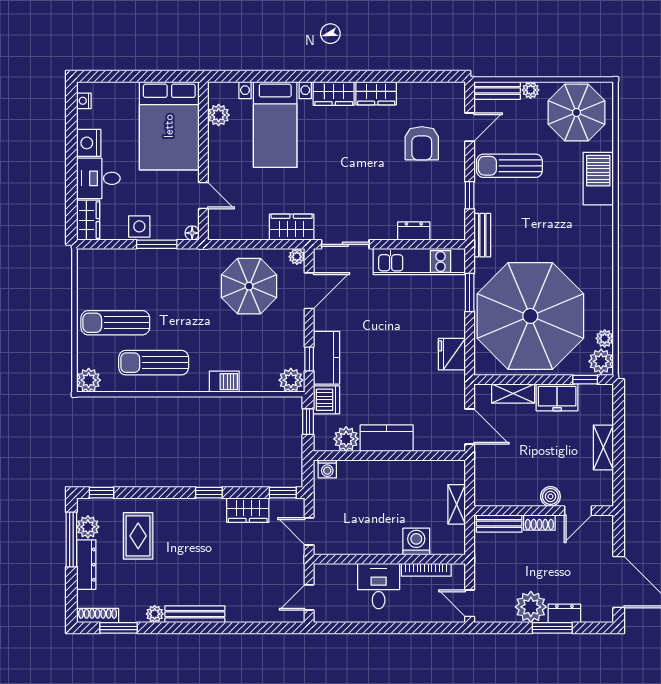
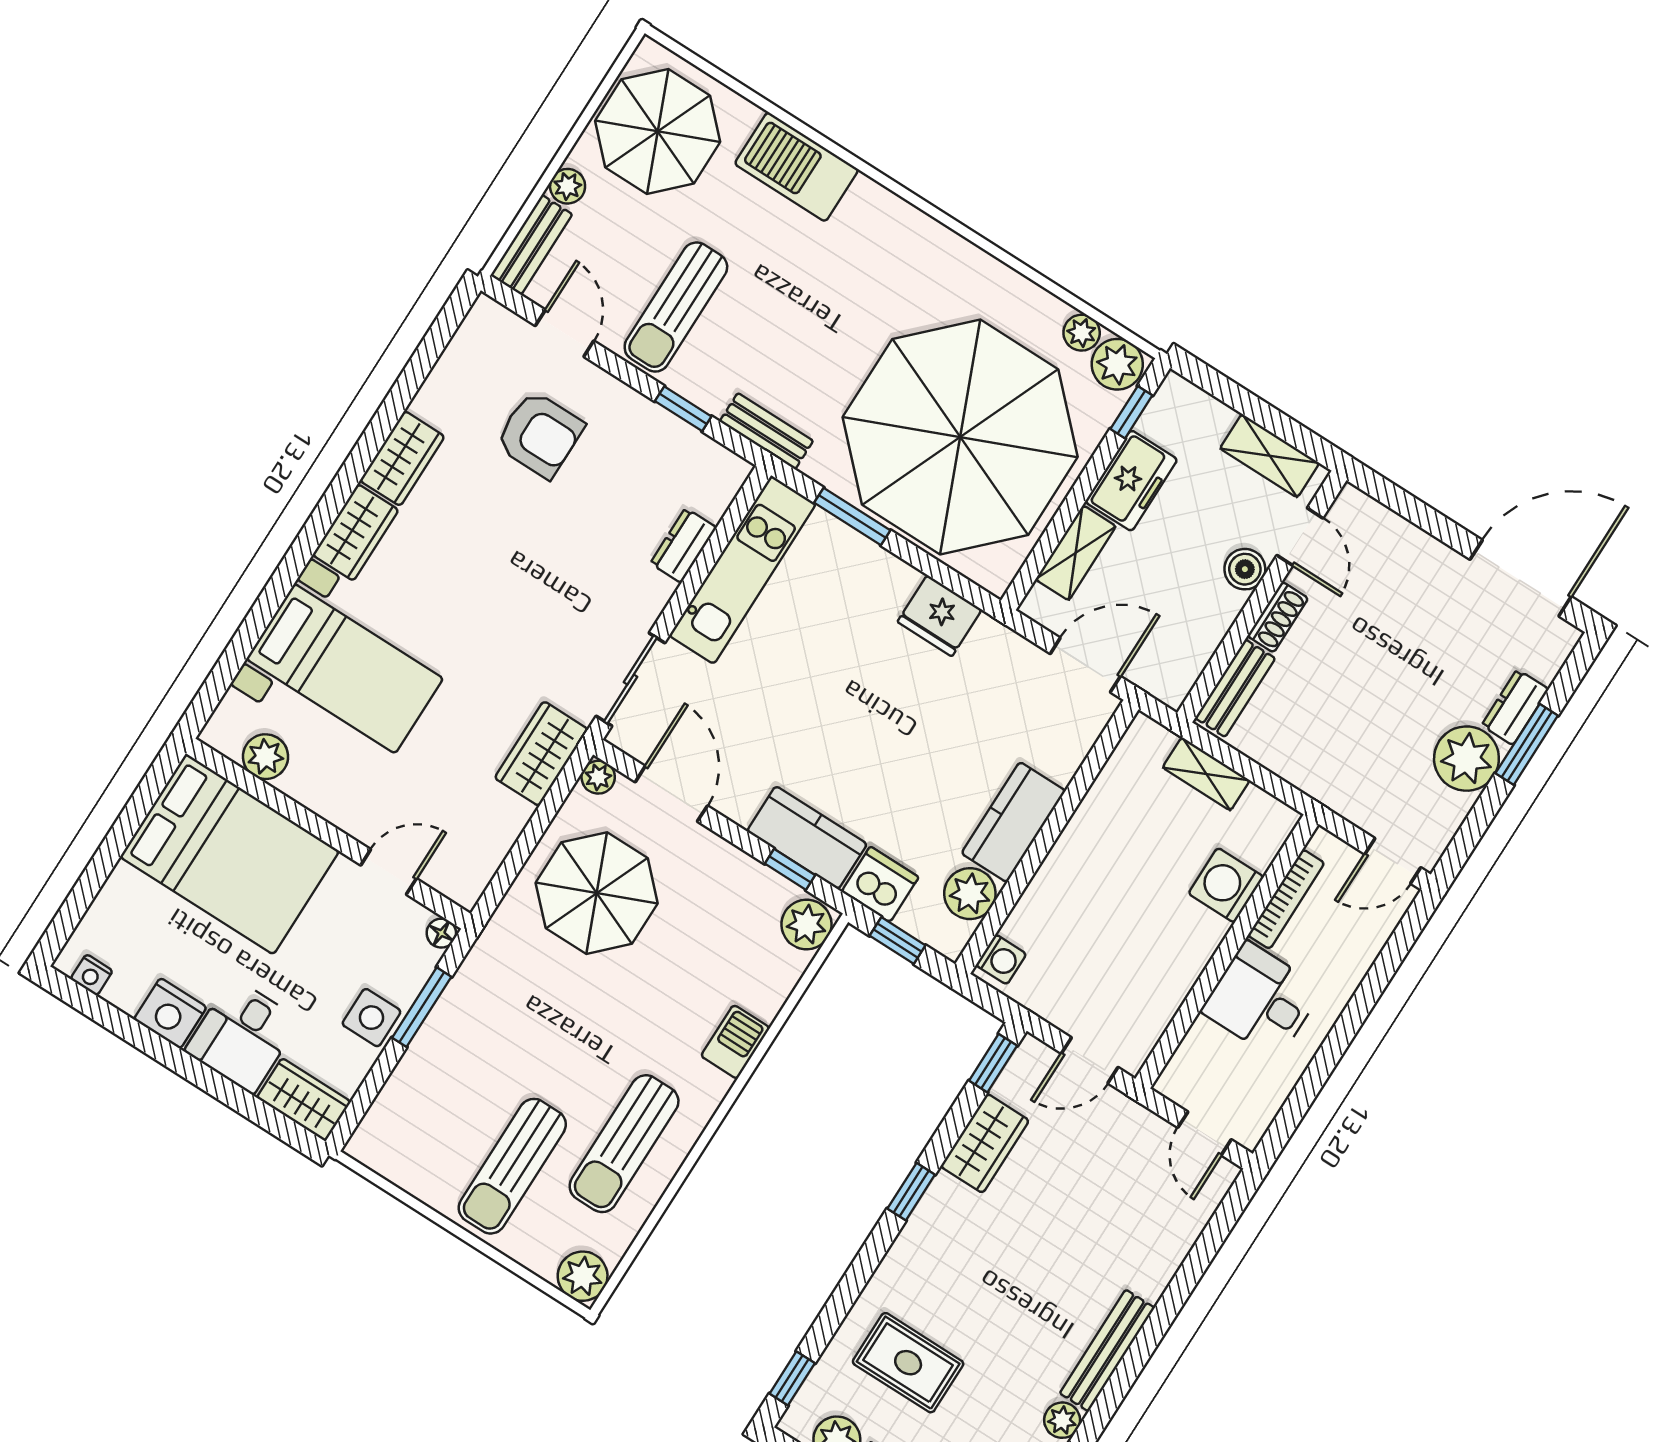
boiler: (550, 496) -> (1245, 569), moved
wall: (544, 511) -> (1262, 597), moved
door: (578, 511) -> (1300, 537), moved
shoe rack: (539, 522) -> (1278, 617), moved
bench: (499, 523) -> (1235, 688), moved

